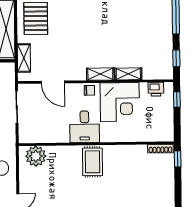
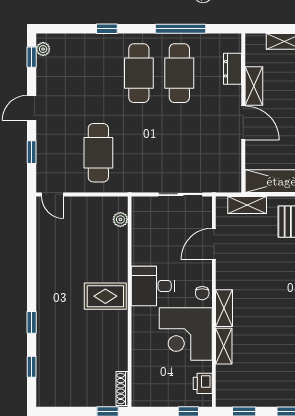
plant: (36, 156) -> (120, 219), width x0.53, depth x0.53

